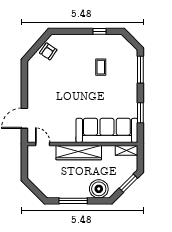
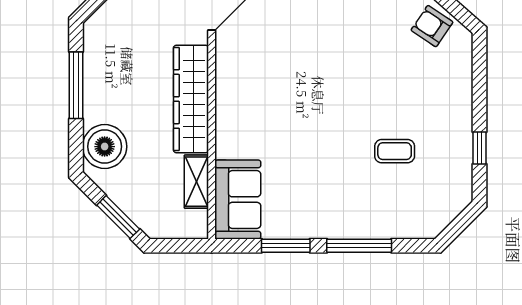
window: (140, 70) -> (359, 246), moved
sofa: (107, 130) -> (238, 200), width x0.54, depth x0.79
shelving: (126, 150) -> (196, 182), moved

